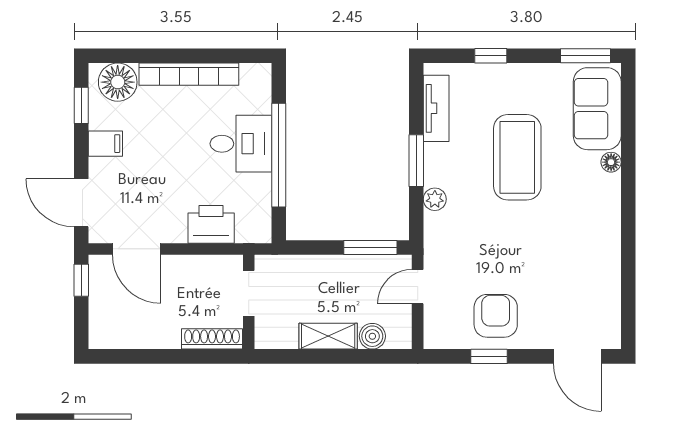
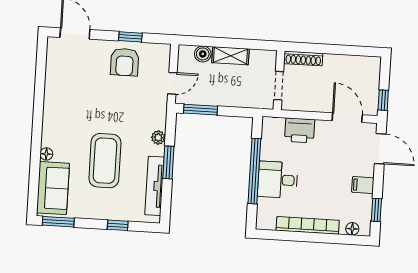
floor lamp: (118, 82) -> (352, 229), width x0.53, depth x0.53
tv unit: (436, 108) -> (154, 186), width x1.41

